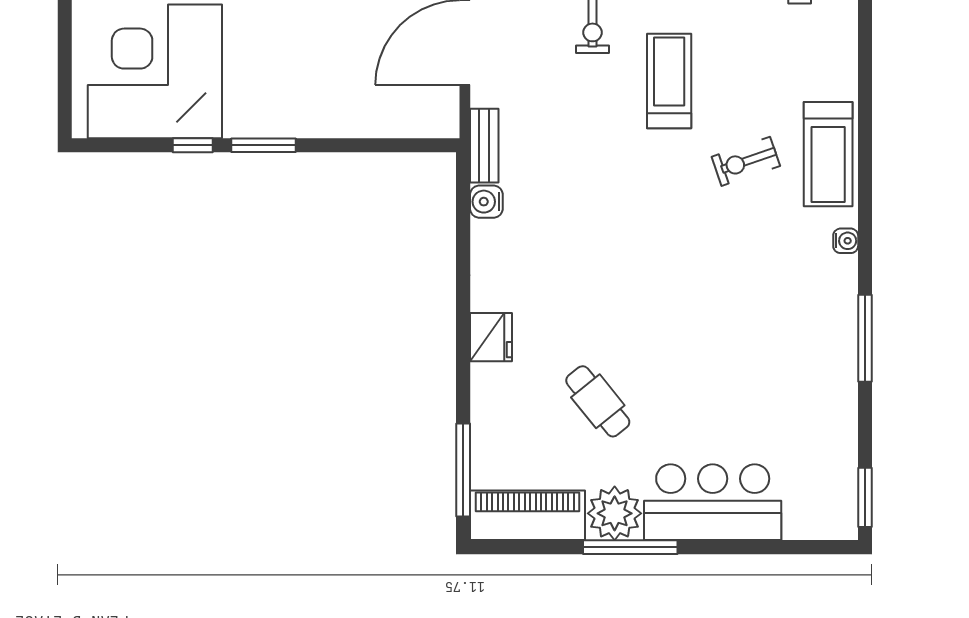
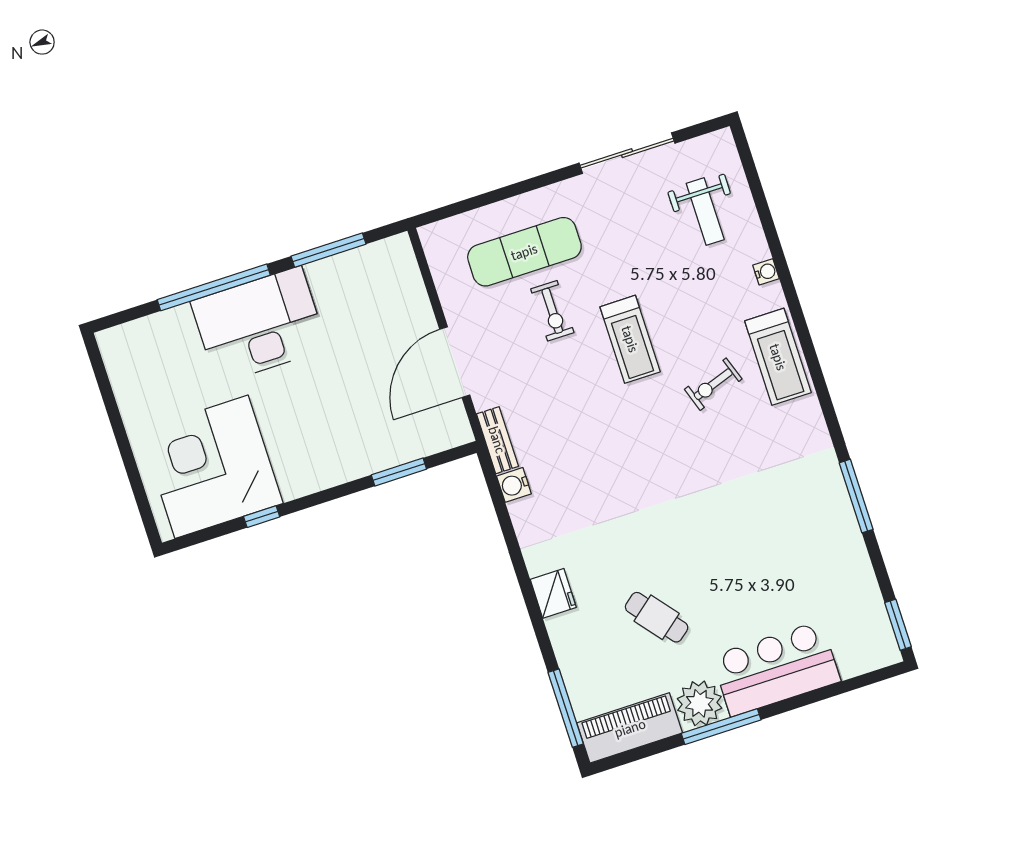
treadmill: (669, 81) -> (630, 339), turned 180
window: (264, 145) -> (399, 472), moved
water cooler: (846, 241) -> (766, 272), moved

